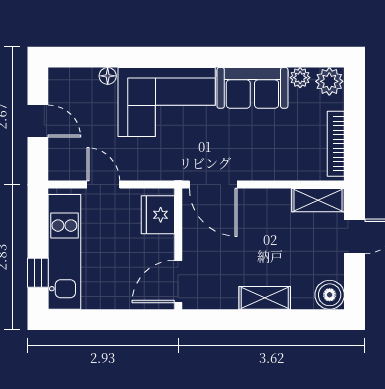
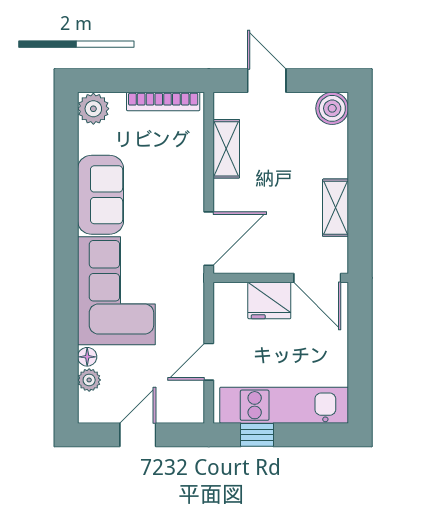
plant: (300, 78) -> (89, 380), moved
shelving: (318, 200) -> (226, 149), moved
fridge: (158, 215) -> (269, 301), moved
window: (38, 273) -> (257, 435), moved
shelving: (265, 298) -> (336, 208), moved

